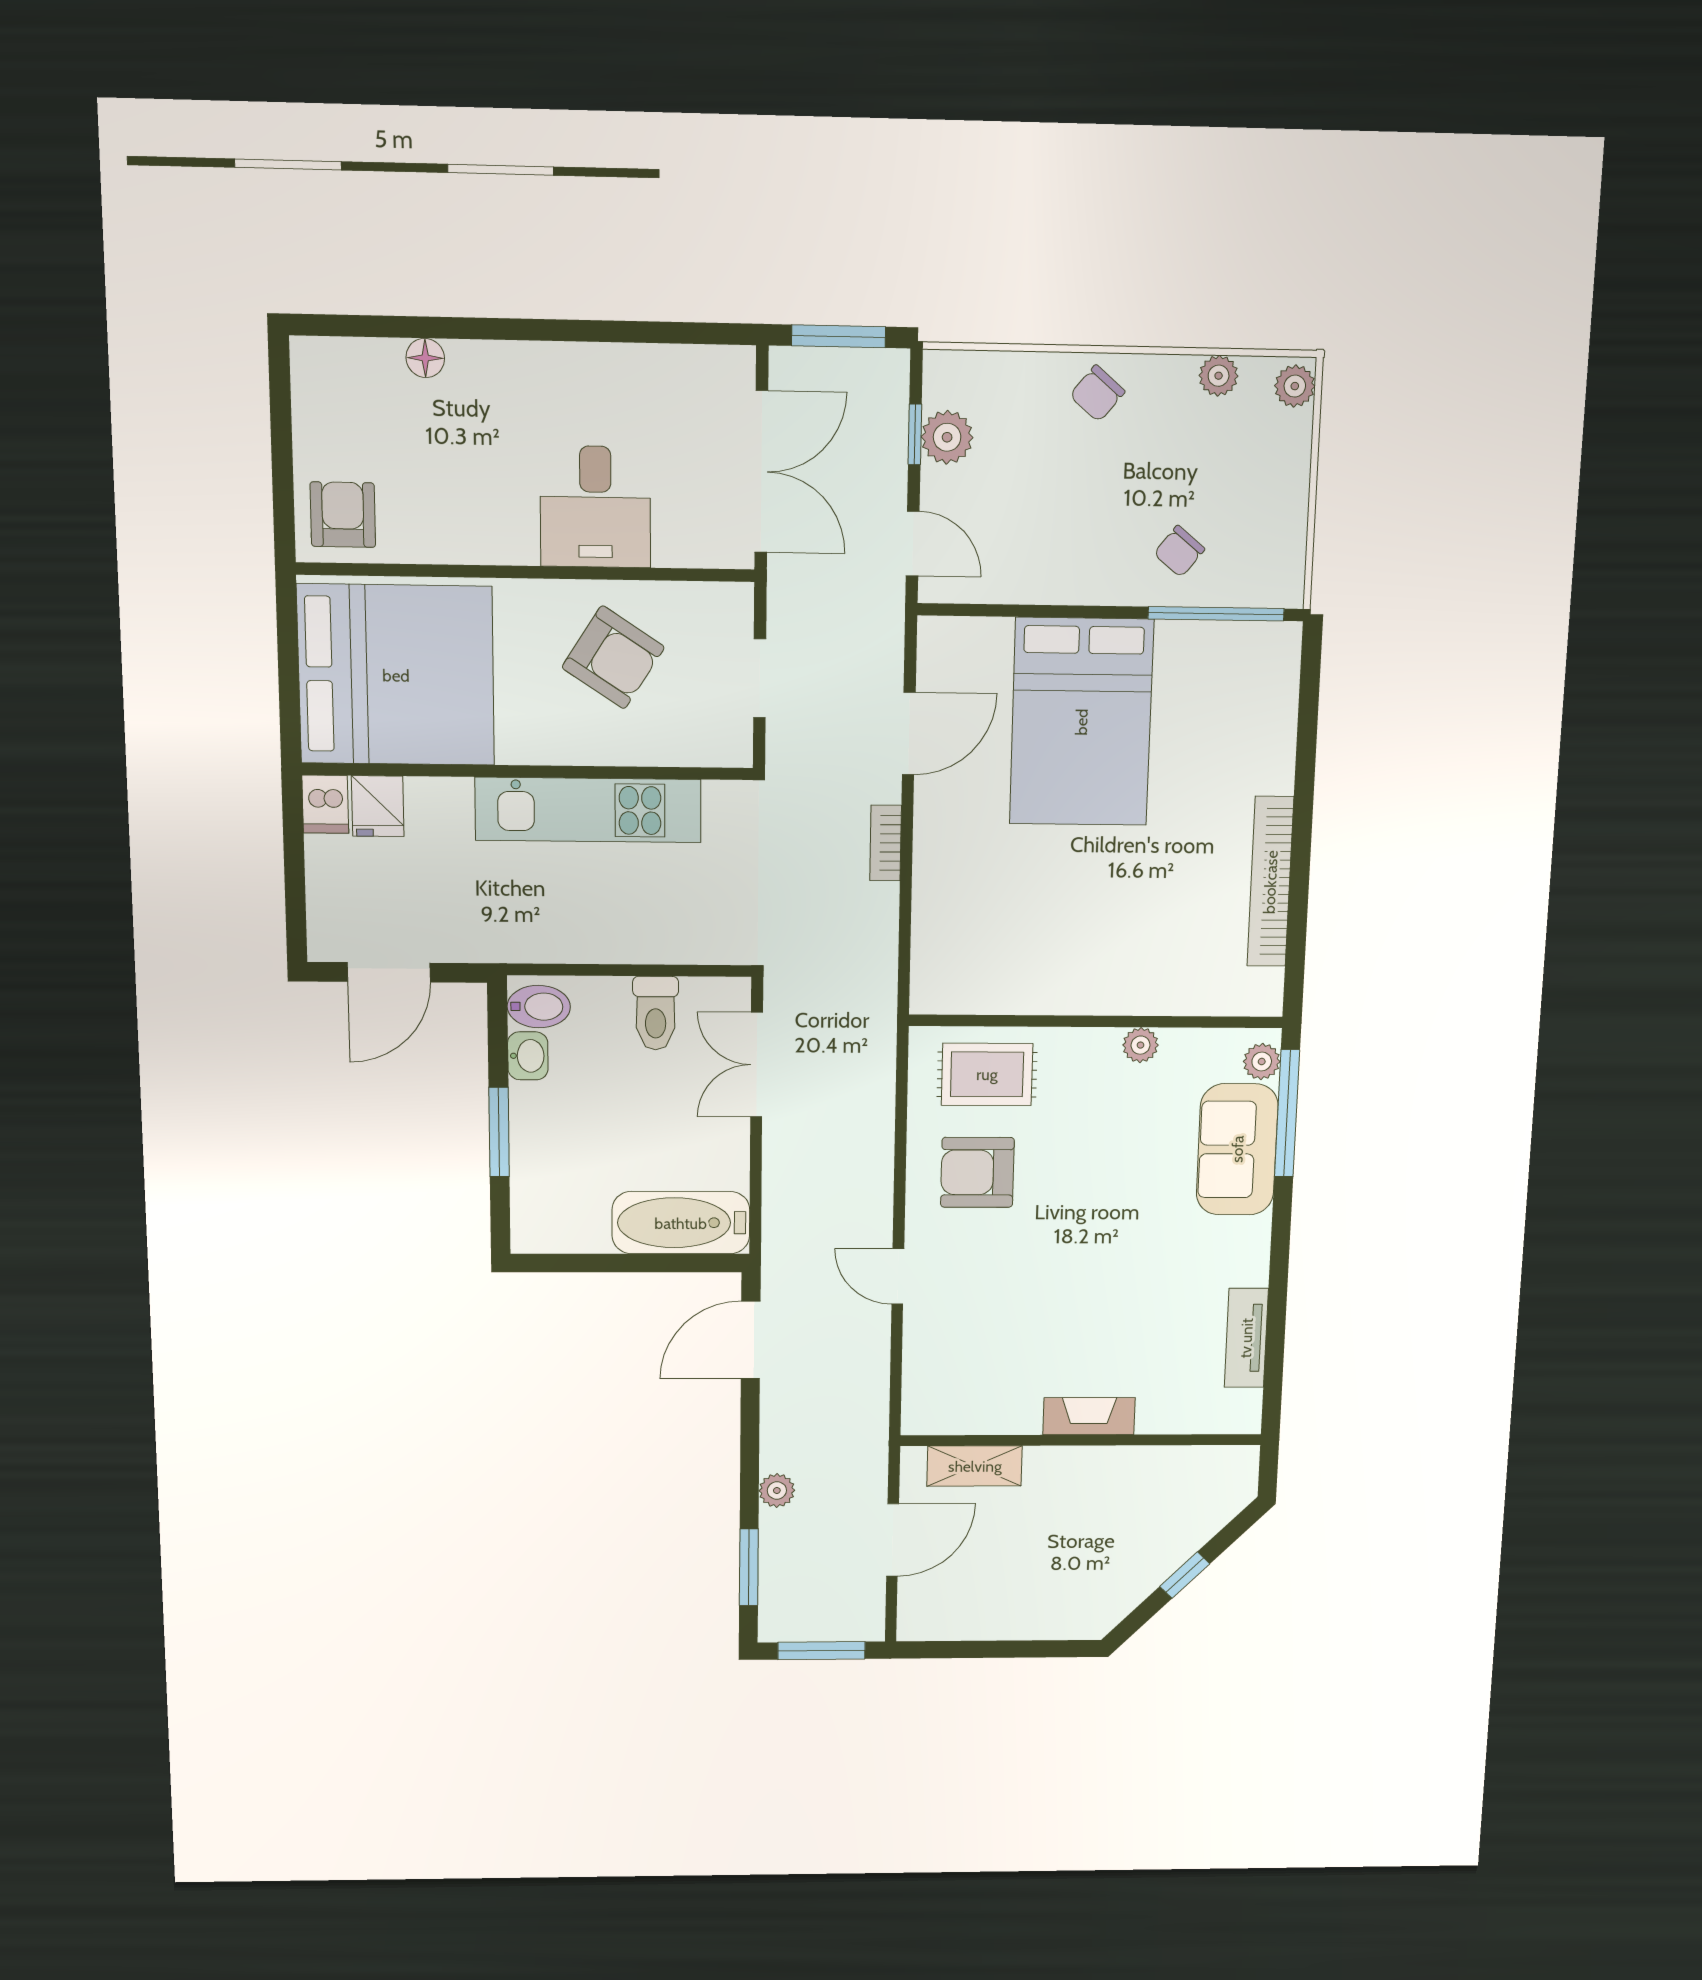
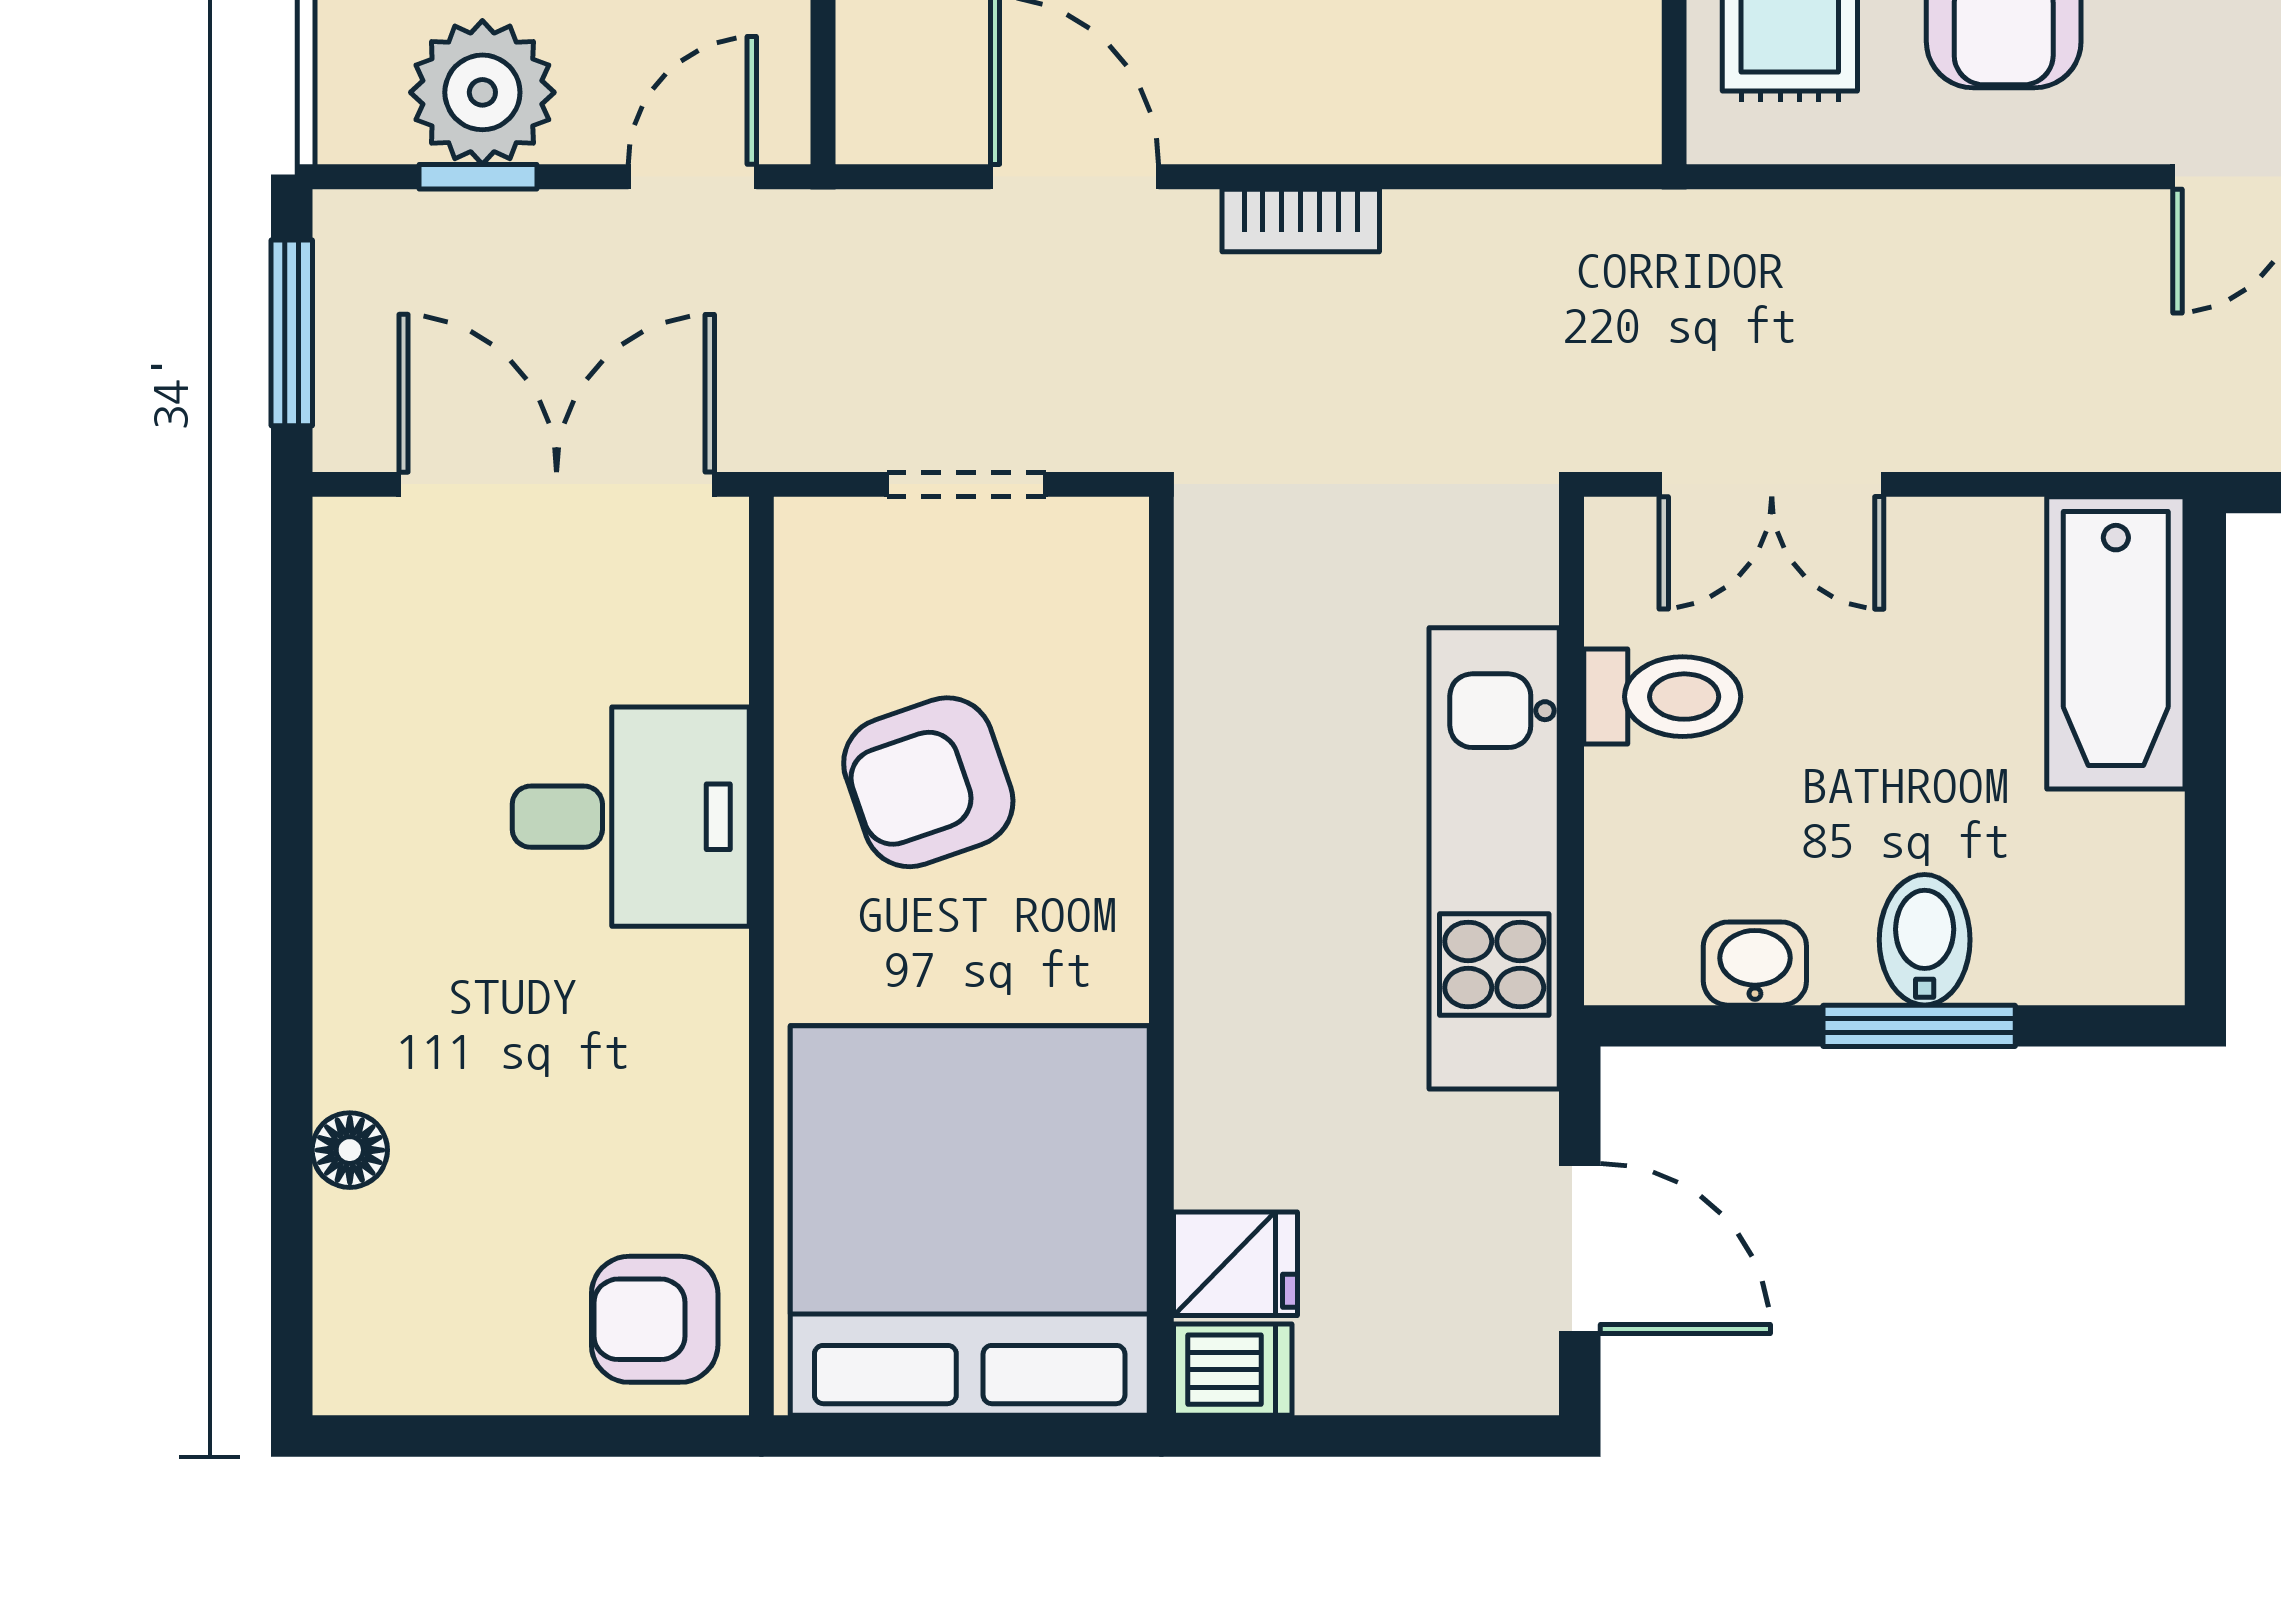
plant: (947, 437) -> (482, 92), width x1.36, depth x1.36
armchair: (613, 657) -> (928, 782), turned -142
kitchen unit: (588, 810) -> (1494, 858), moved, turned 180
bidet: (539, 1007) -> (1925, 940), moved

